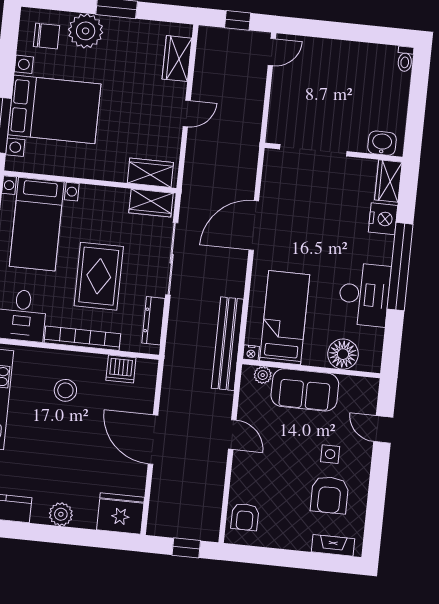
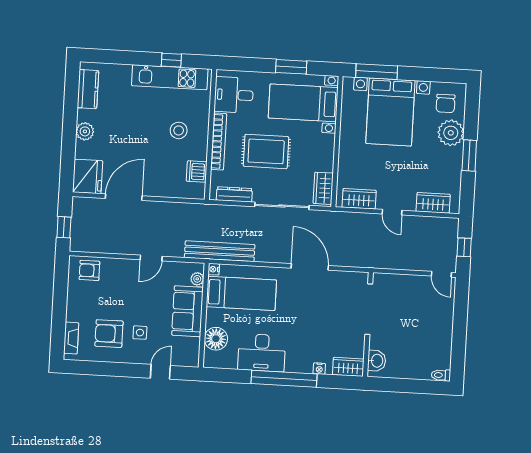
wardrobe: (150, 173) -> (359, 199), moved, turned -90
nightstand: (383, 219) -> (319, 369), width x0.53, depth x0.56
door: (153, 440) -> (124, 197), moved

